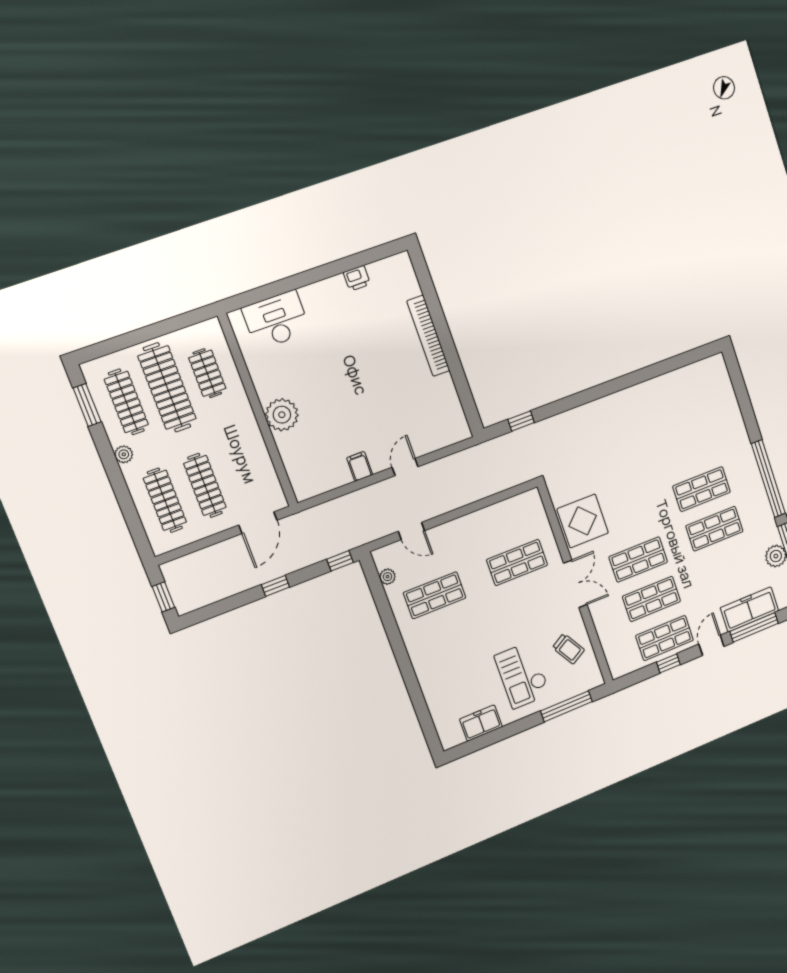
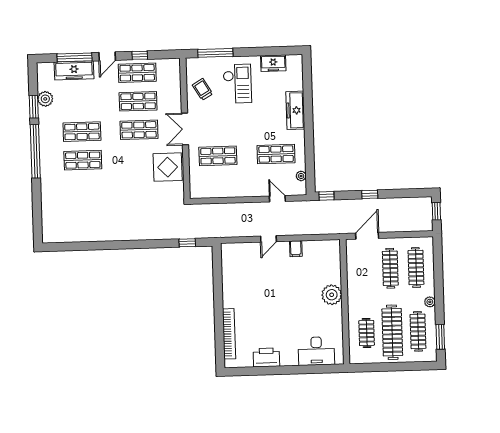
printer: (357, 278) -> (266, 357), width x1.87, depth x1.48
bookcase: (428, 336) -> (229, 334), moved
freezer: (427, 668) -> (295, 110), added

